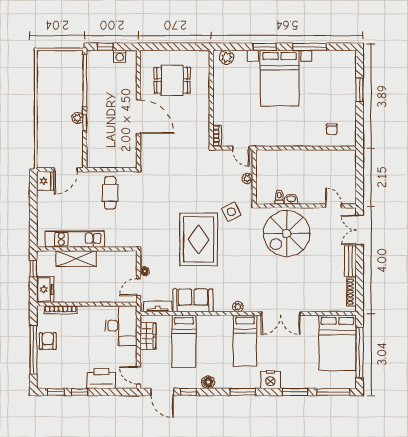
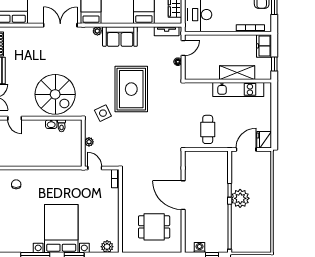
plant: (78, 118) -> (240, 198), width x1.88, depth x1.88
spiral stairs: (287, 233) -> (55, 94), turned 90
sofa: (193, 300) -> (120, 36), moved

